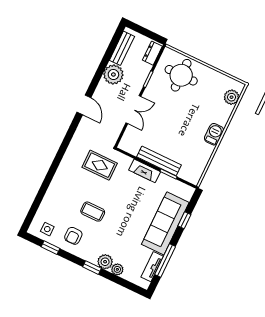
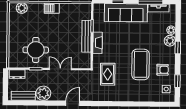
round table: (181, 75) -> (36, 50), moved
coffee table: (93, 212) -> (141, 64), width x1.86, depth x1.72

